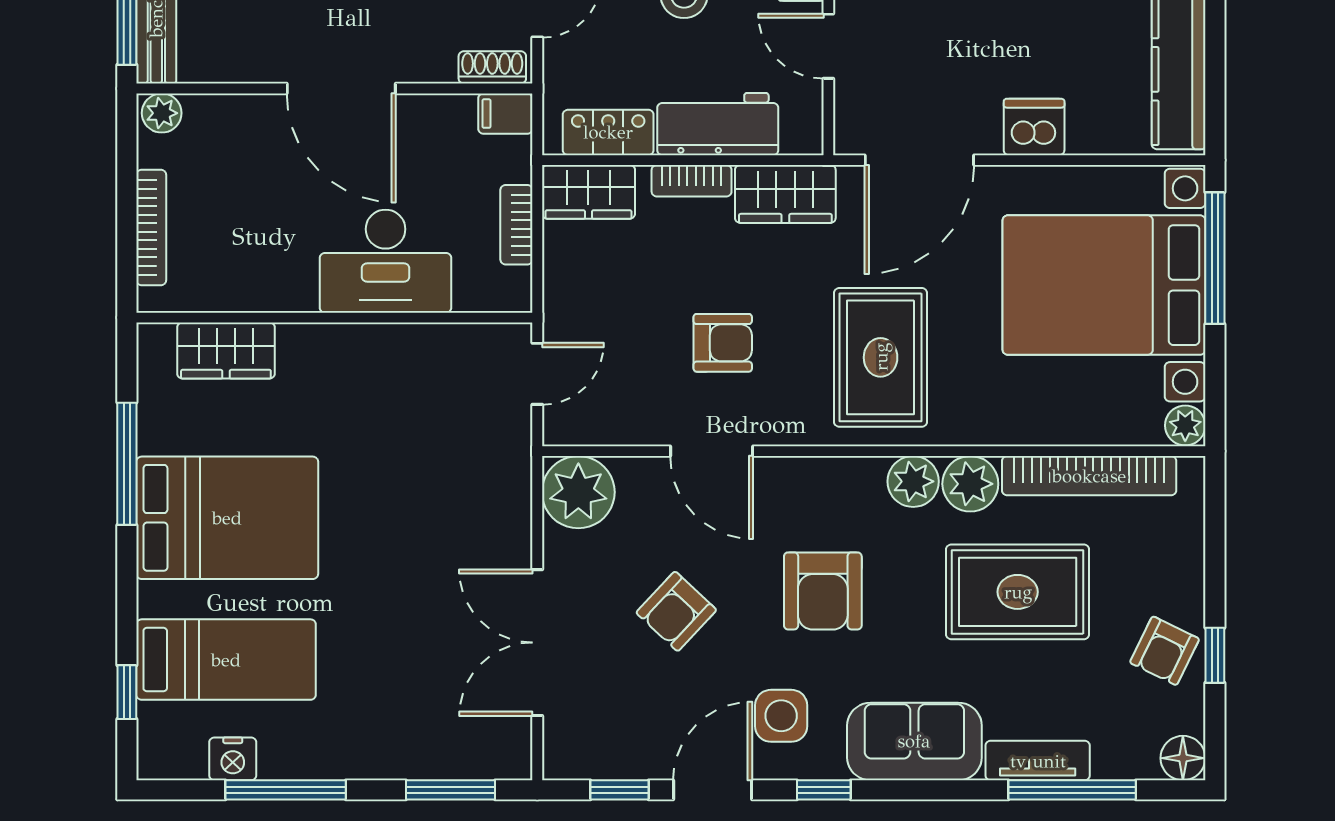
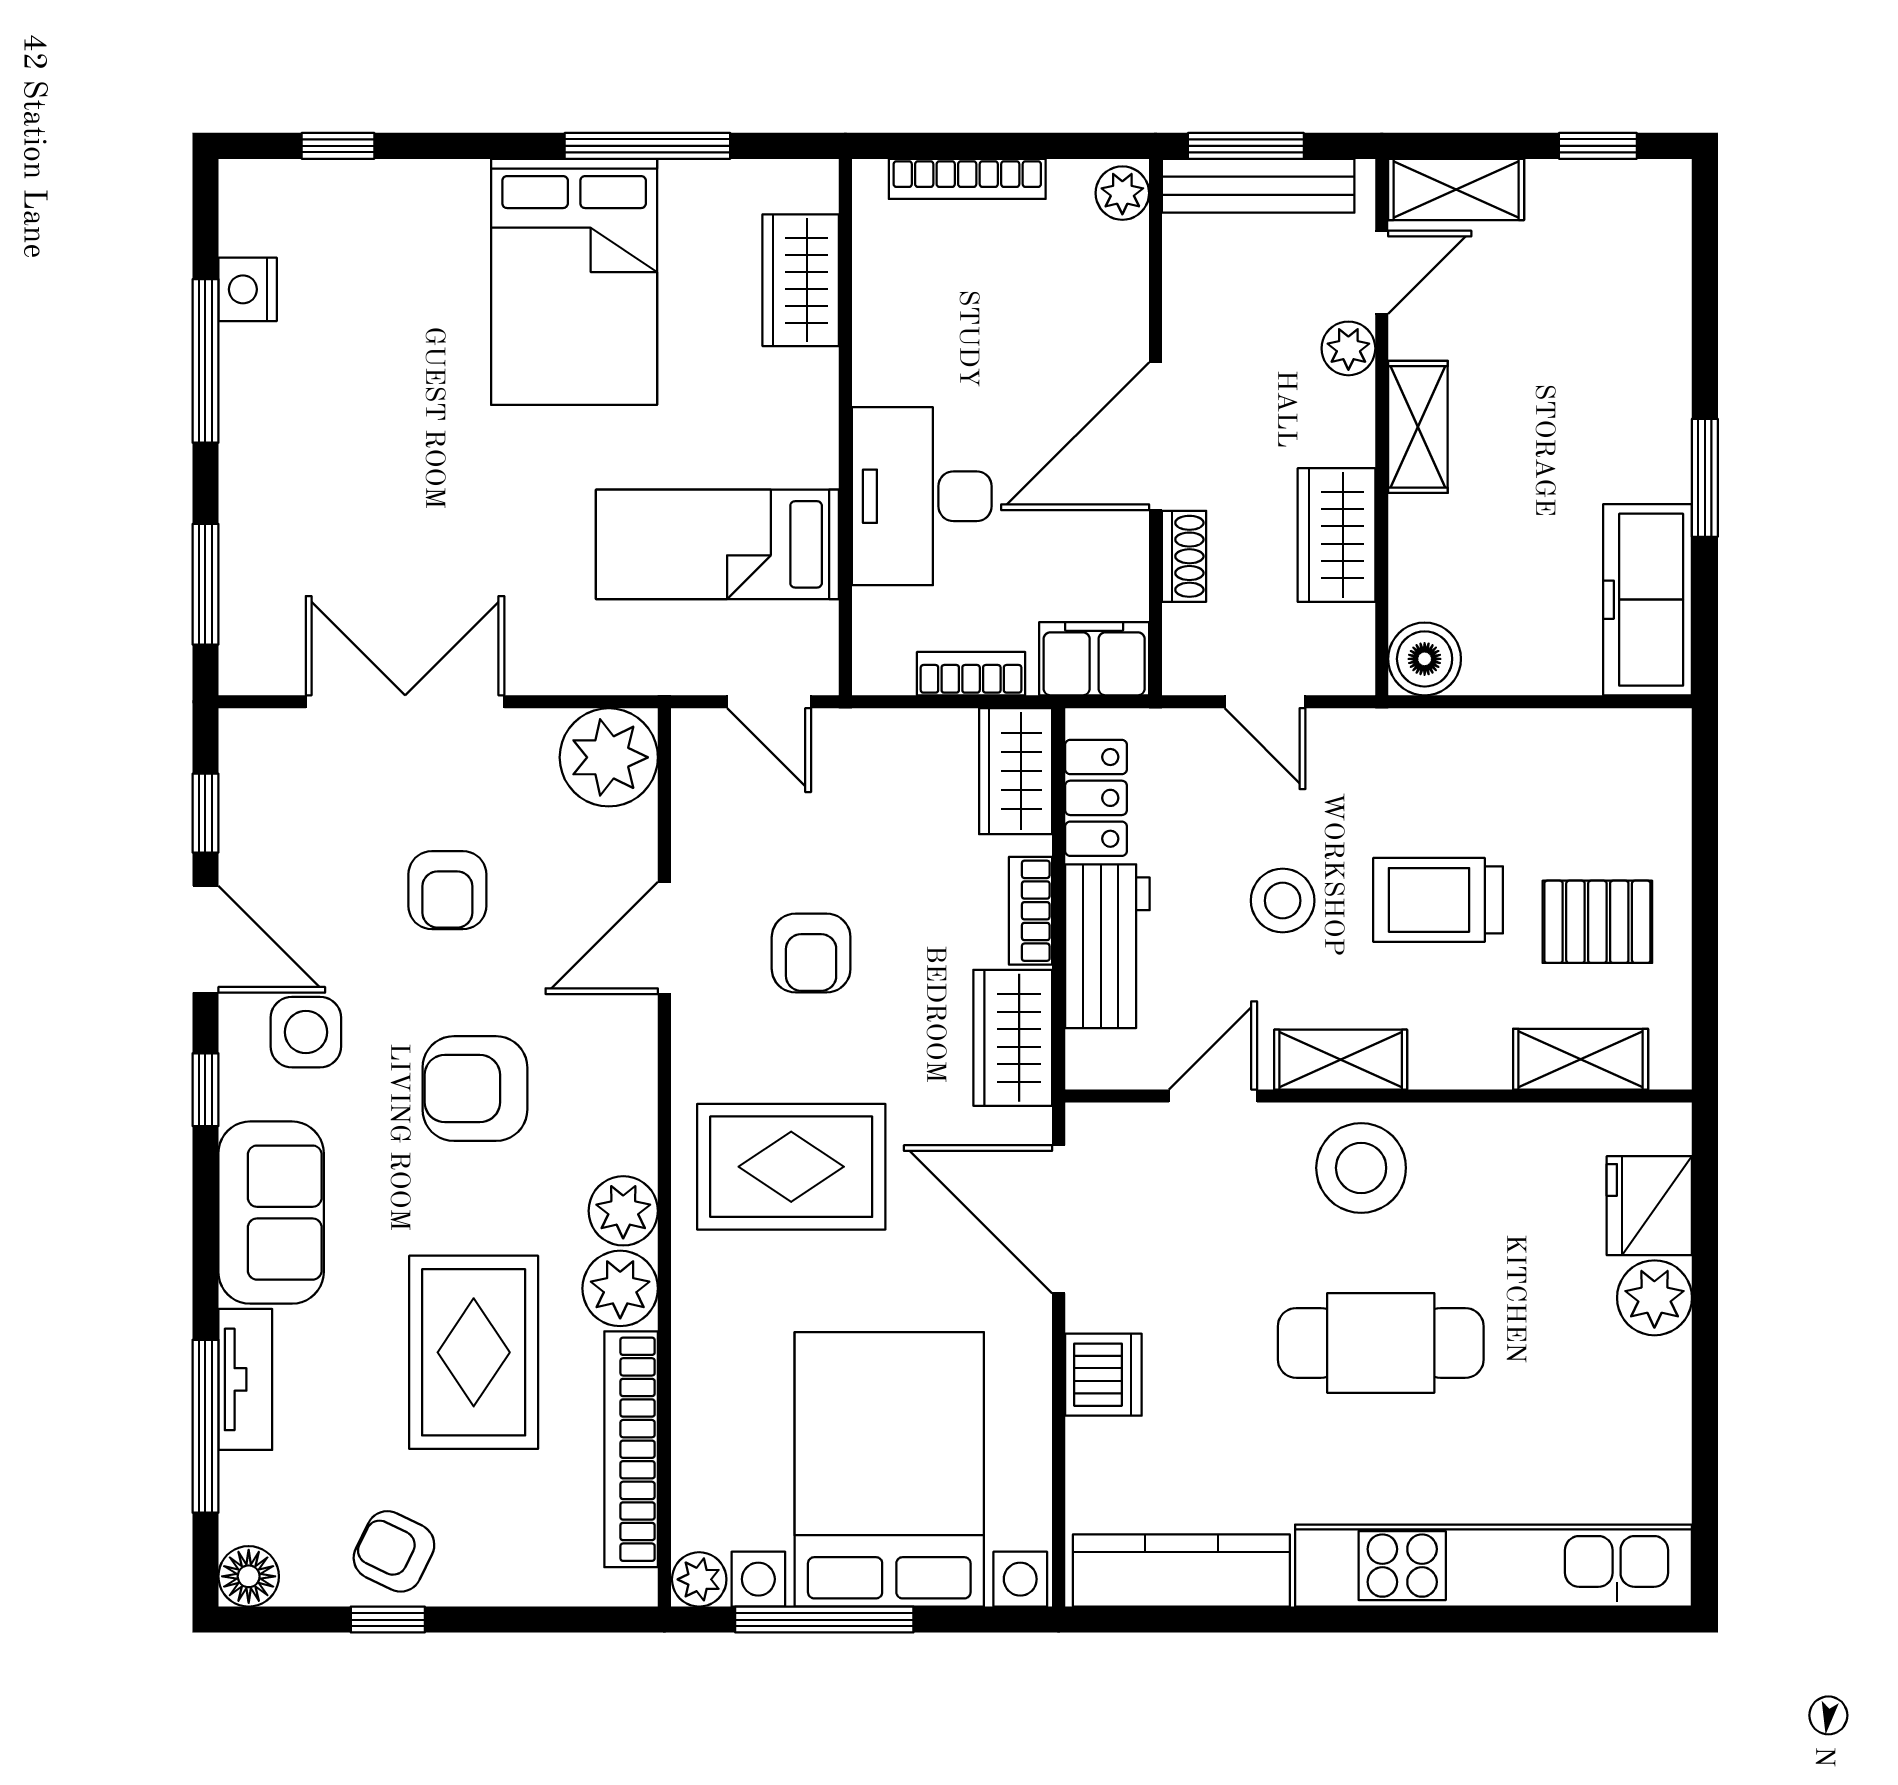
shoe rack: (492, 67) -> (1184, 556), moved
filing cabinet: (505, 114) -> (1094, 659), width x2.00
window: (1215, 258) -> (824, 1620), moved
armchair: (676, 611) -> (447, 890), turned -133
bed: (226, 660) -> (717, 544), moved, turned 90

